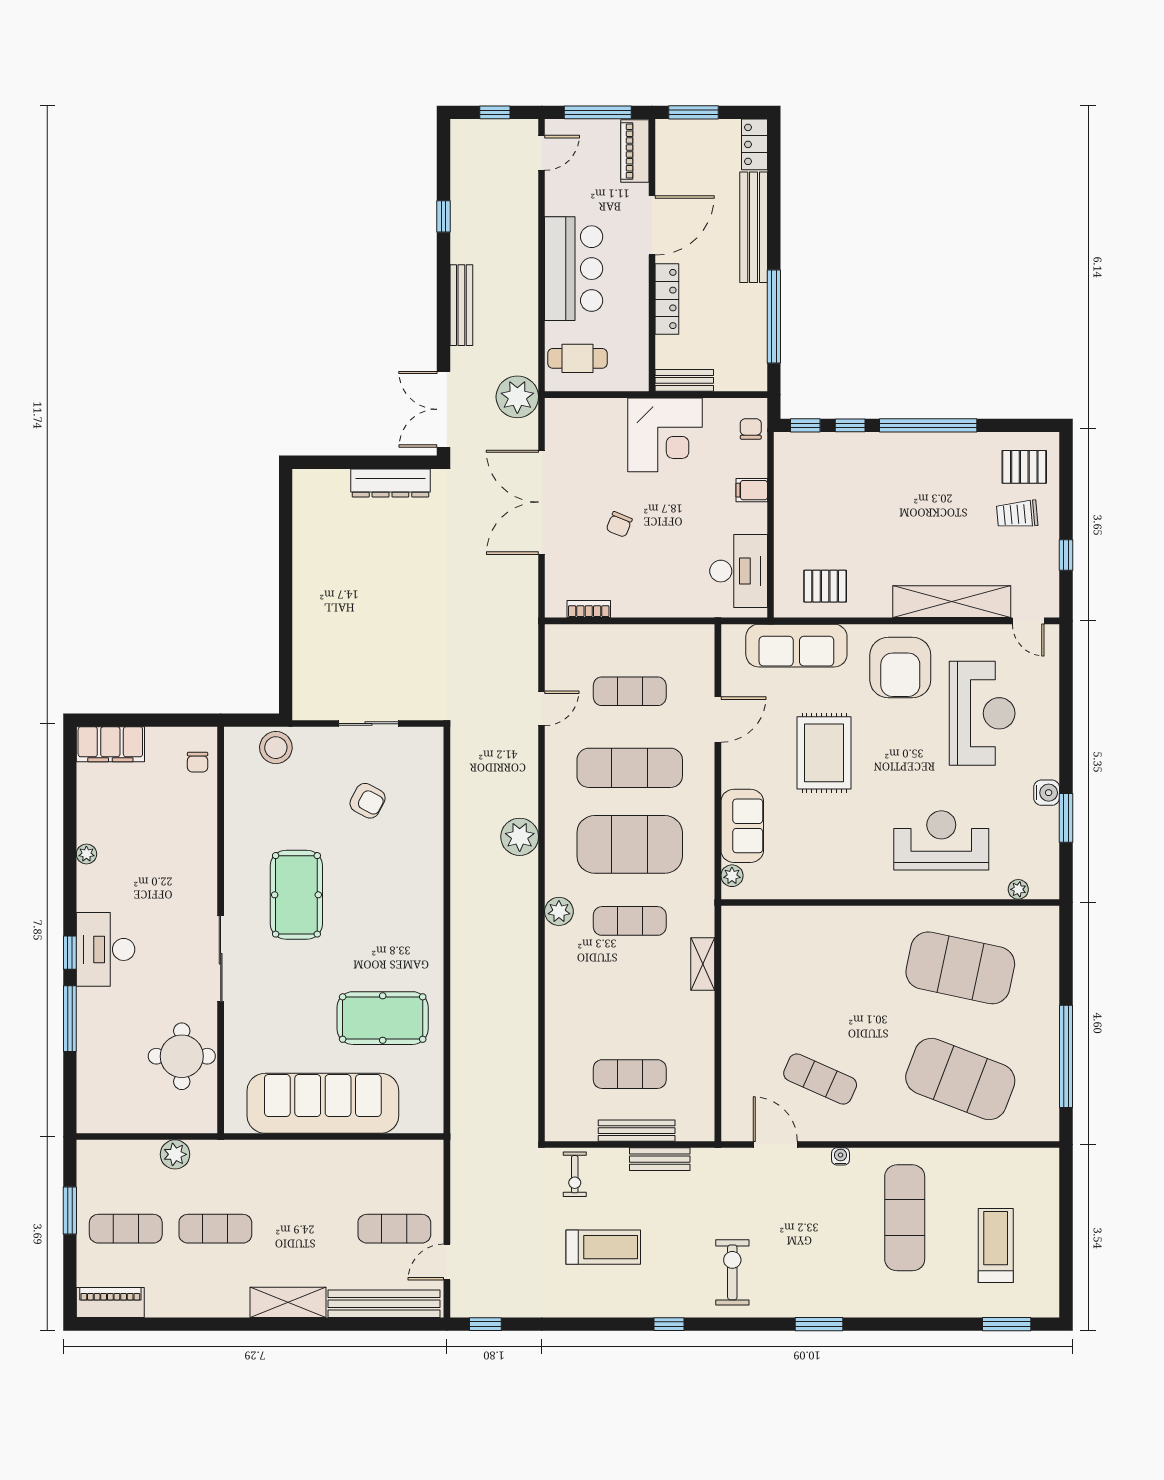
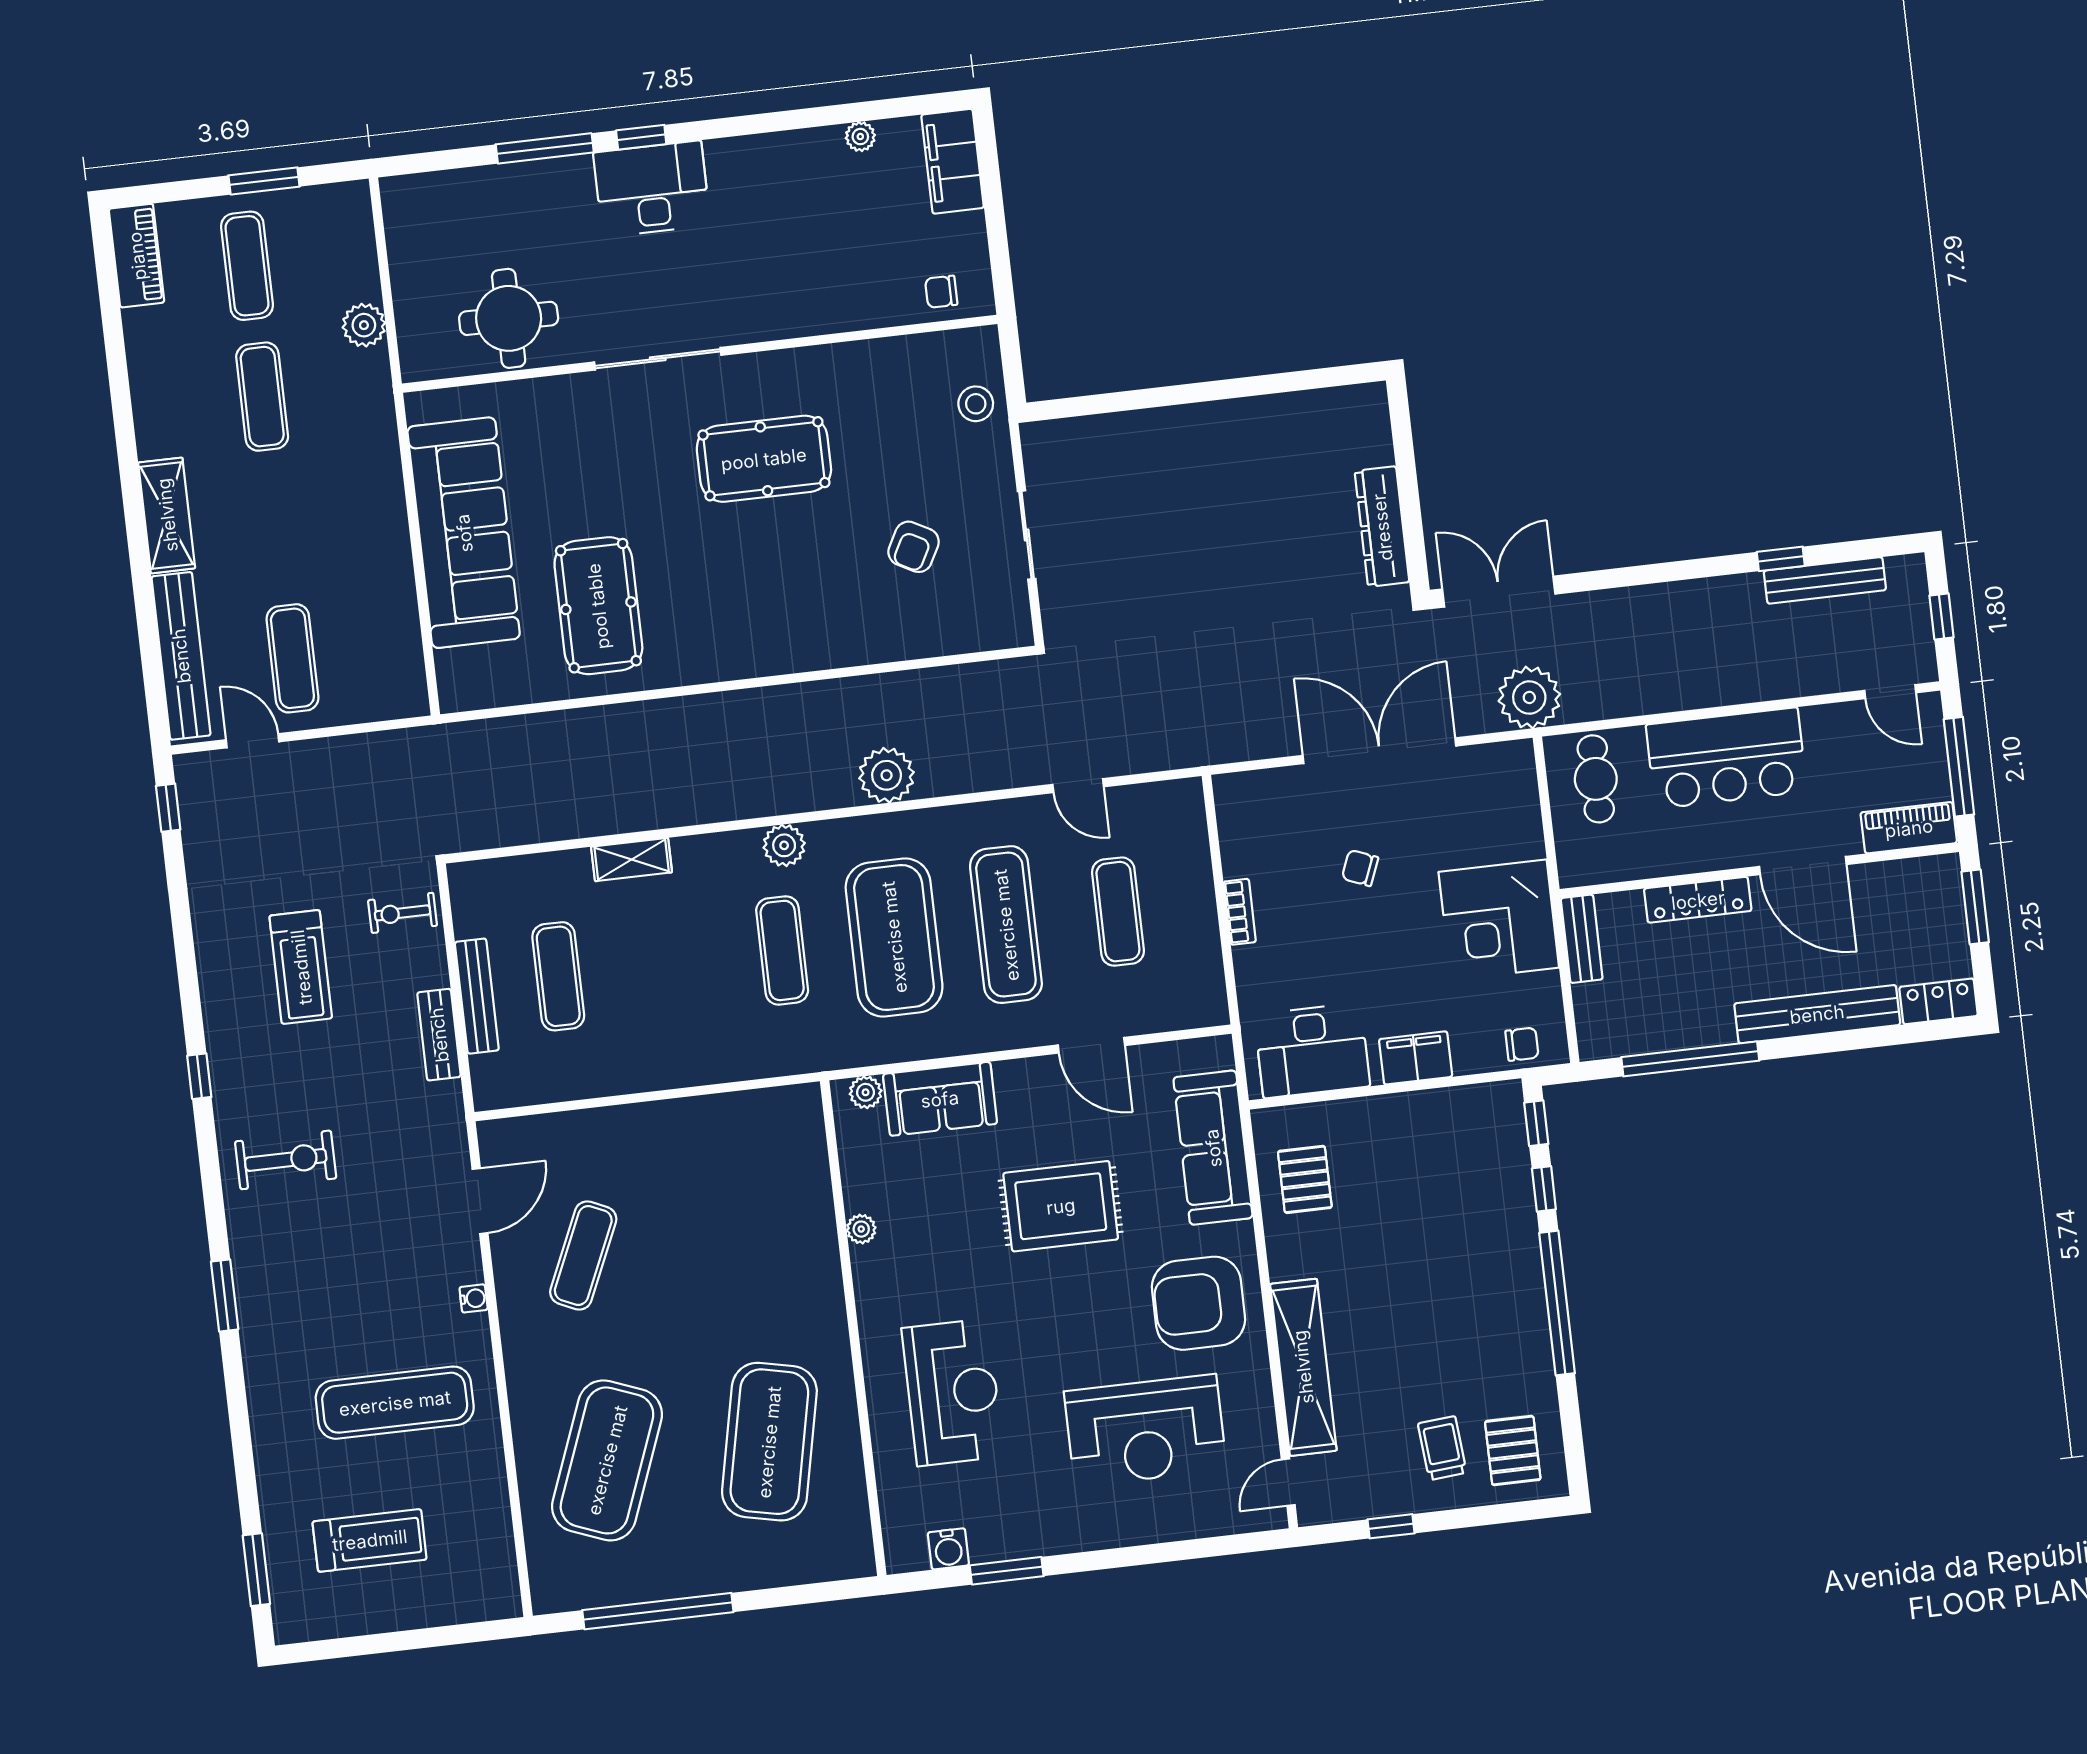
bench: (461, 305) -> (1825, 580), moved
filing cabinet: (752, 490) -> (1416, 1058), width x2.00
bookcase: (589, 609) -> (1240, 912), moved
stool: (276, 748) -> (976, 404), width x0.73, depth x0.73
water cooler: (1047, 793) -> (948, 1549), moved
plant: (86, 854) -> (860, 137), moved
plant: (1018, 889) -> (861, 1229), moved
shelving: (703, 964) -> (632, 860), moved

